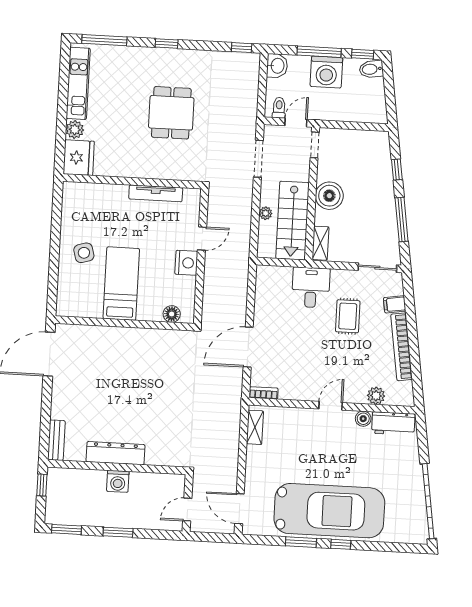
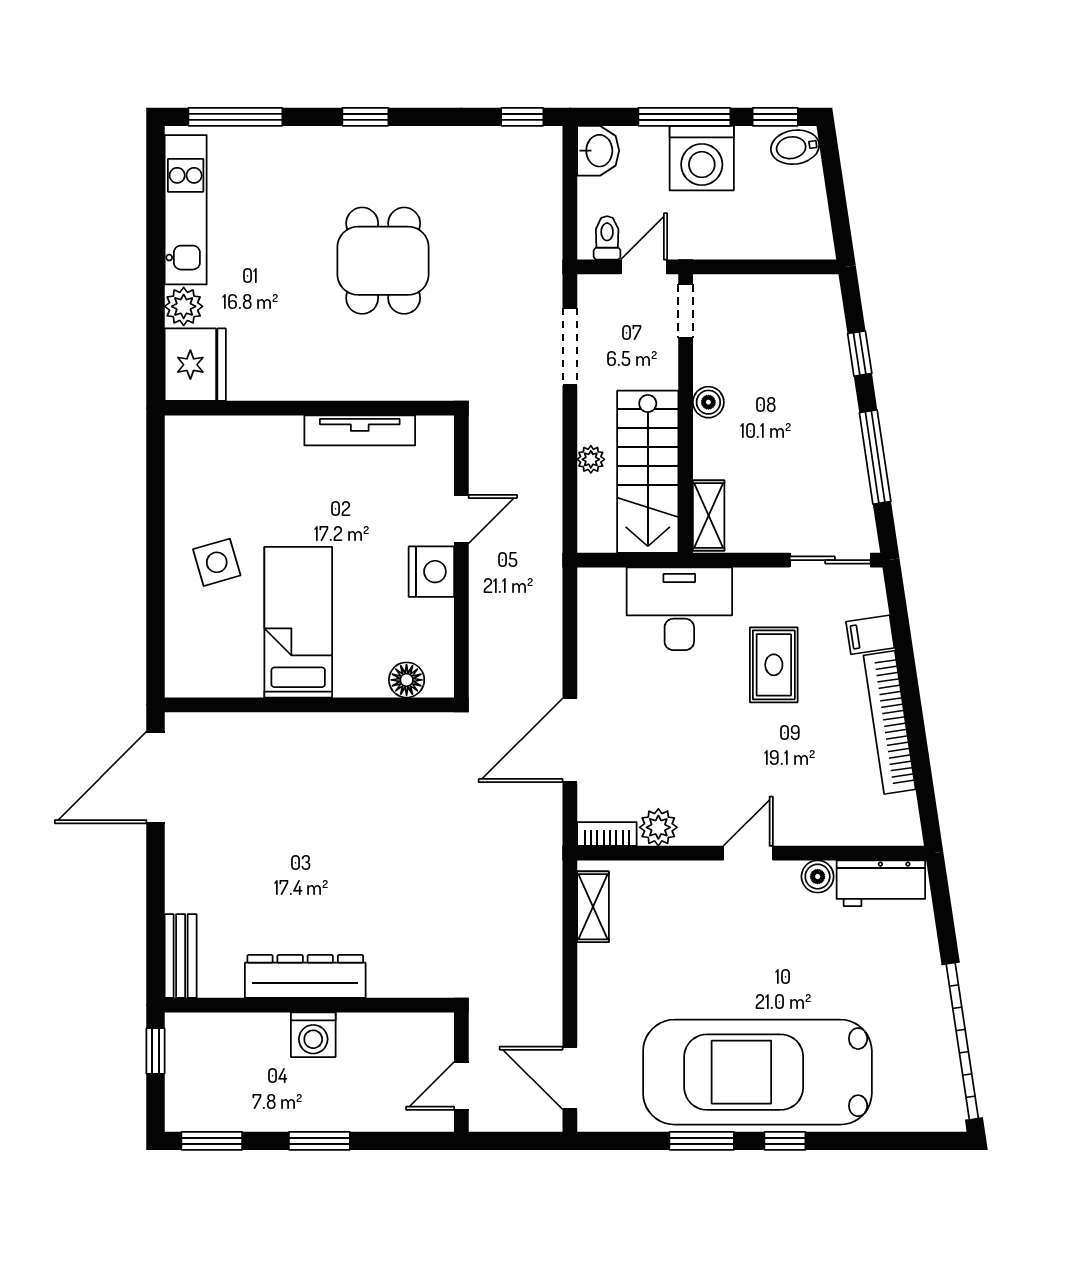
boiler: (329, 196) -> (708, 402), width x0.54, depth x0.54
desk: (311, 287) -> (679, 609), width x1.37
plant: (376, 396) -> (658, 827), moved
car: (329, 511) -> (757, 1072), turned 180

